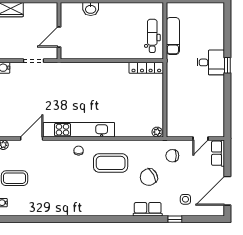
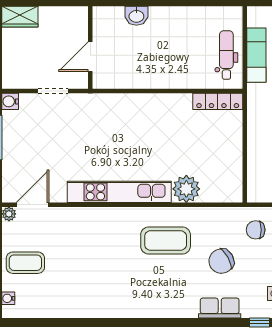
plant: (157, 132) -> (186, 189), moved, width x1.87, depth x1.87
door: (32, 138) -> (32, 205), moved
chair: (79, 151) -> (119, 222), removed

